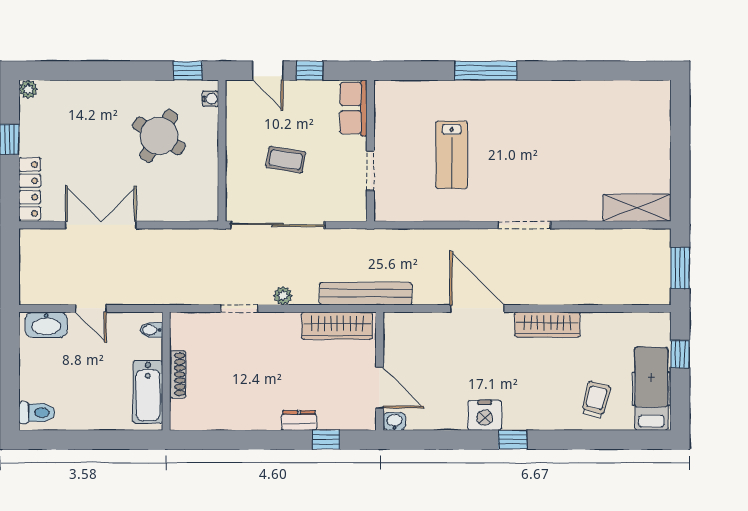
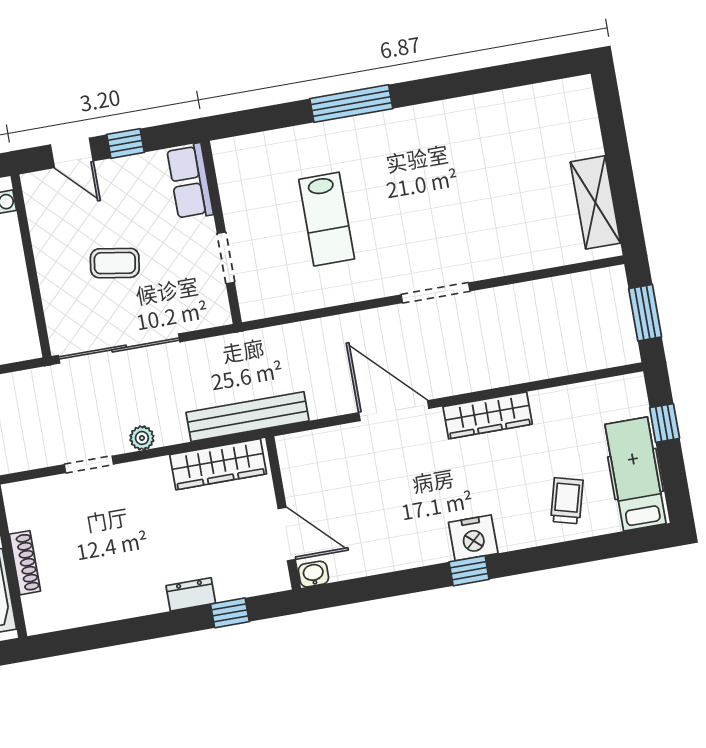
shelving: (637, 208) -> (595, 202), moved, turned 90
nightstand: (485, 415) -> (473, 538), moved

